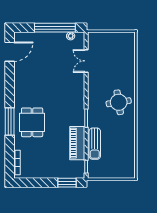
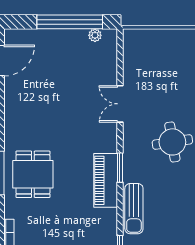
double door: (86, 61) -> (120, 104), moved
piano: (77, 143) -> (106, 180), moved

